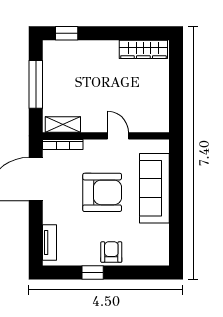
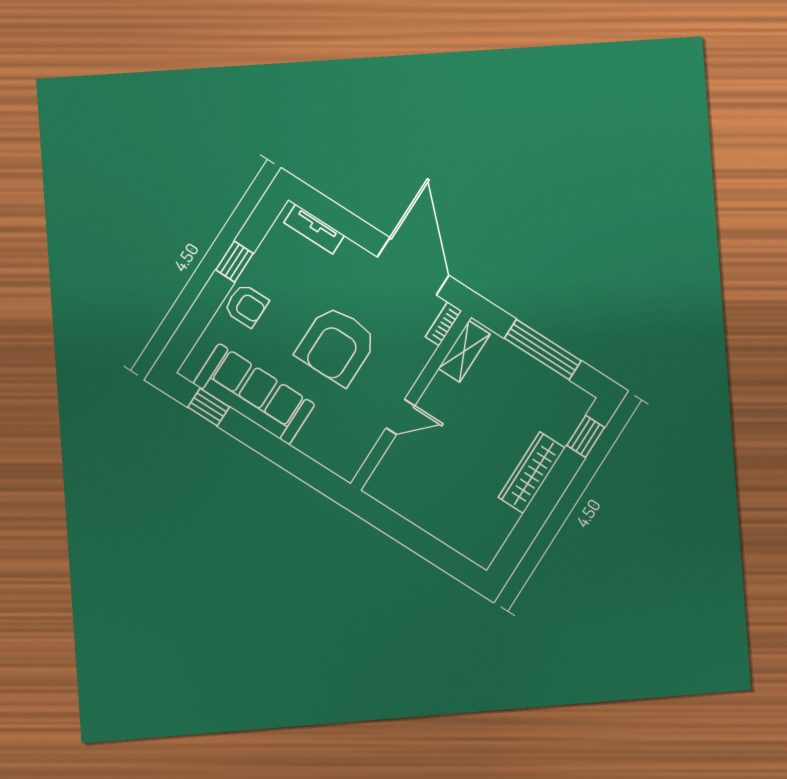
wardrobe: (143, 49) -> (532, 473), moved
bookcase: (63, 144) -> (443, 324), width x0.64
sofa: (154, 188) -> (254, 394), moved
window: (176, 238) -> (209, 407), added

